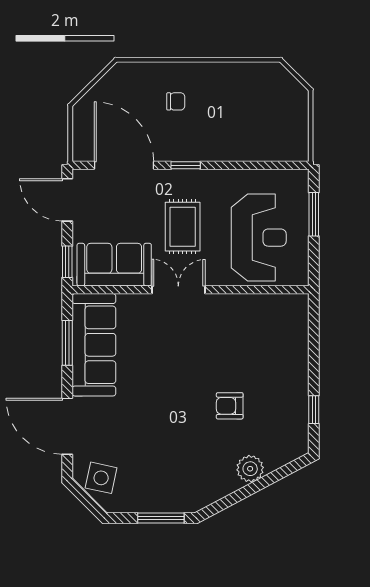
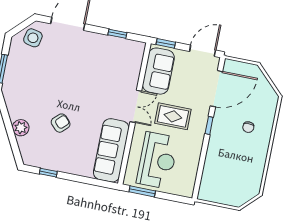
window: (314, 214) -> (142, 191), moved
reception desk: (259, 238) -> (157, 160), turned -90
window: (67, 343) -> (117, 34), width x0.67
sofa: (94, 345) -> (111, 150), moved, turned 90
armchair: (230, 406) -> (61, 123), turned 46

